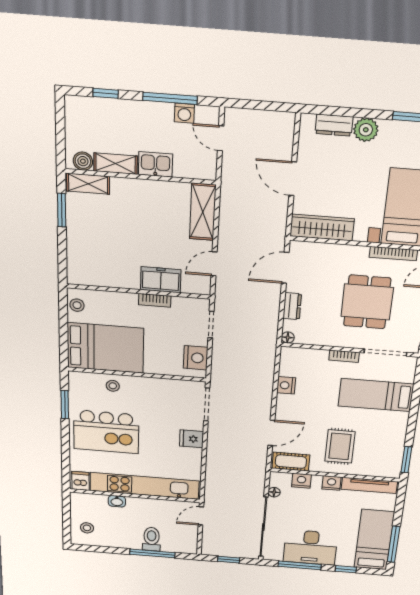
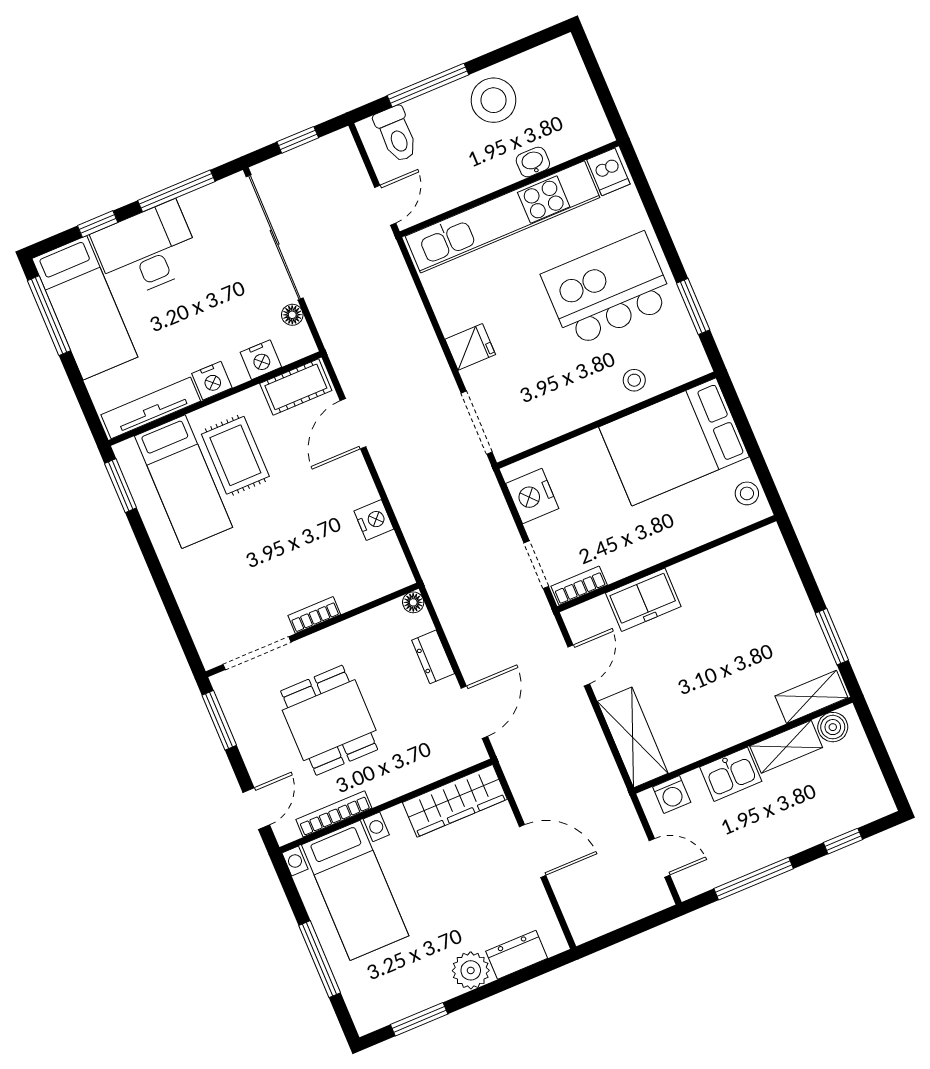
washing machine: (184, 113) -> (672, 795), moved, turned 180
bookcase: (155, 300) -> (579, 586), moved
bed: (376, 395) -> (184, 482), moved, turned 90
stool: (87, 528) -> (494, 100), moved, width x1.89, depth x1.89
toilet: (151, 539) -> (396, 134), moved
desk: (310, 547) -> (147, 250), moved

